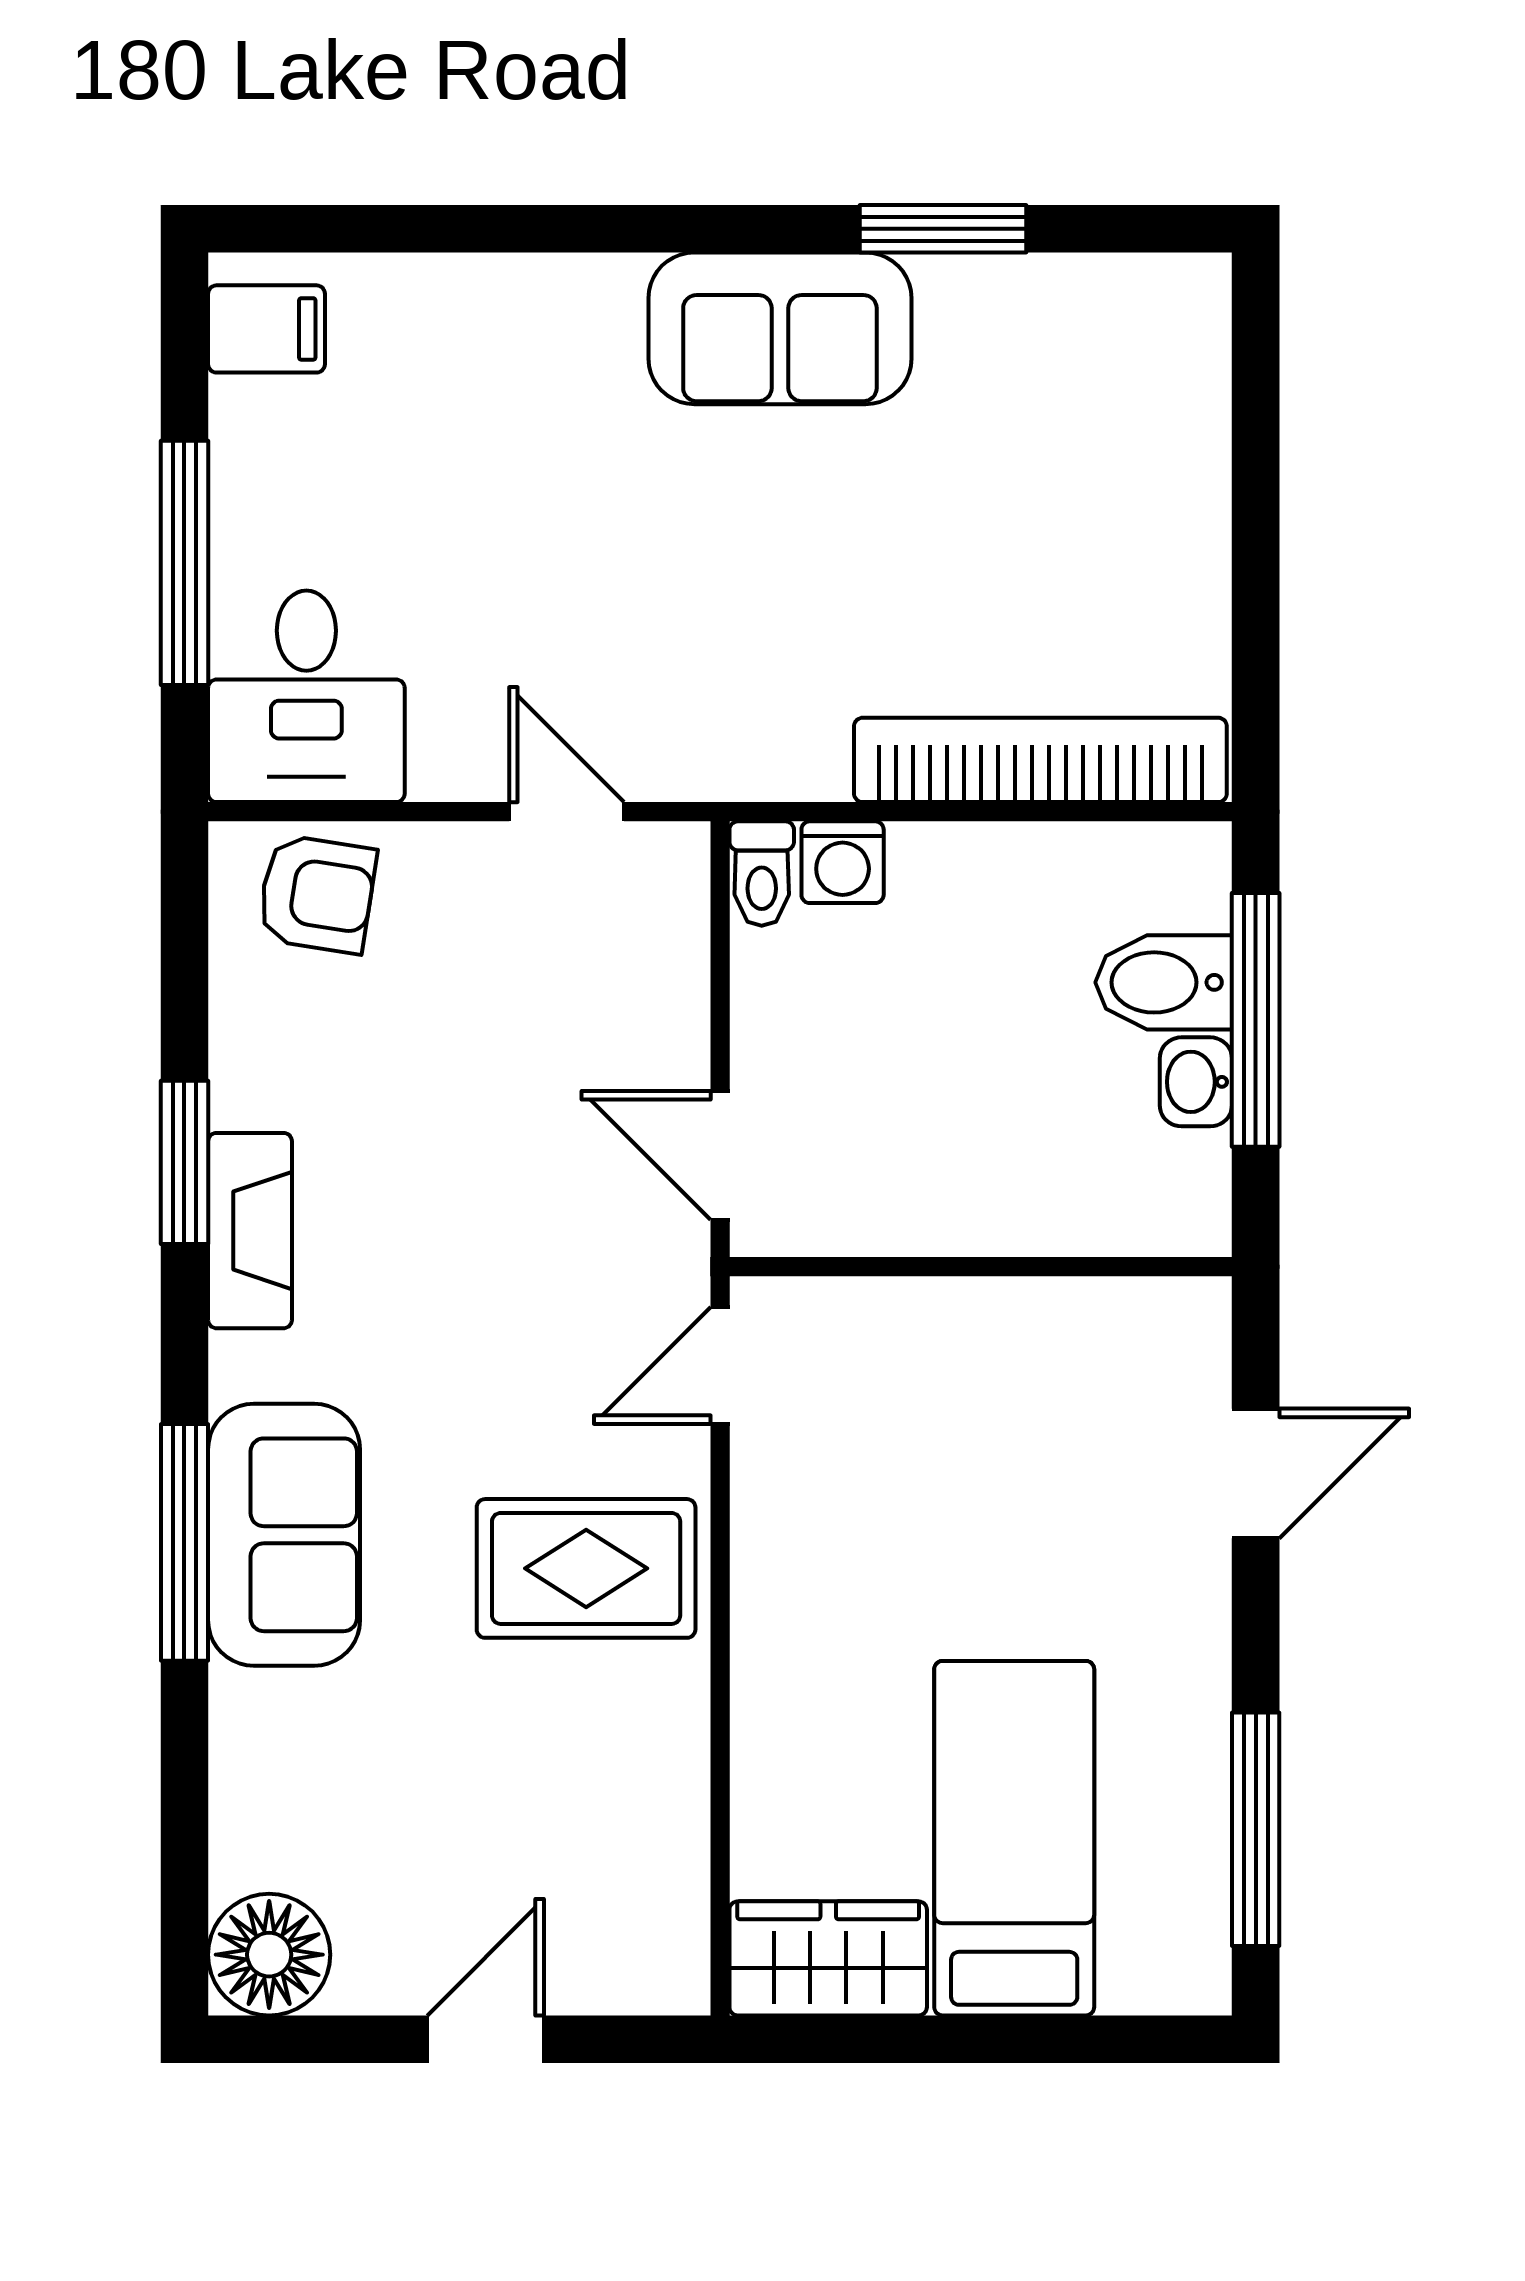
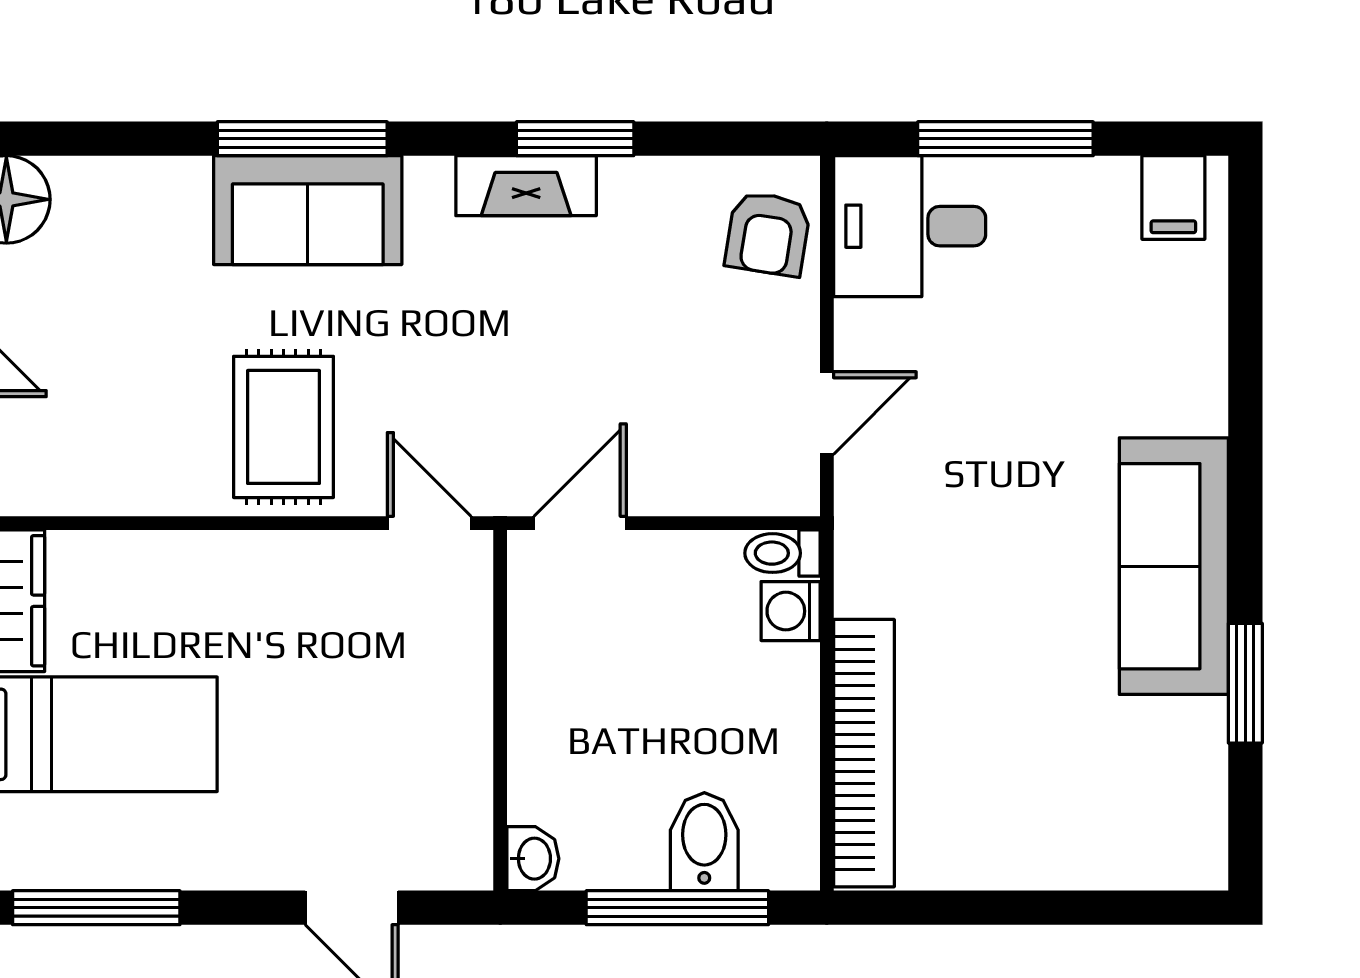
sofa: (780, 328) -> (1174, 566), width x1.36
washbasin: (1196, 1082) -> (533, 859), moved, turned 90

